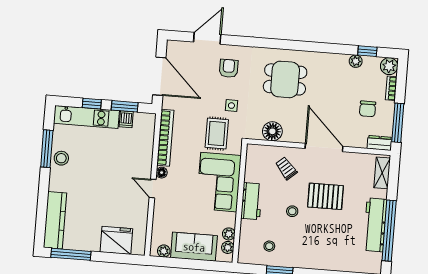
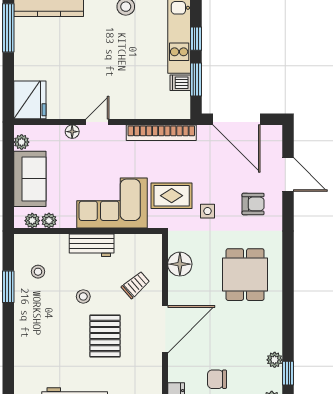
door: (159, 76) -> (236, 119), hinge flipped
floor lamp: (162, 173) -> (72, 132), moved
fridge: (116, 240) -> (30, 100), moved

